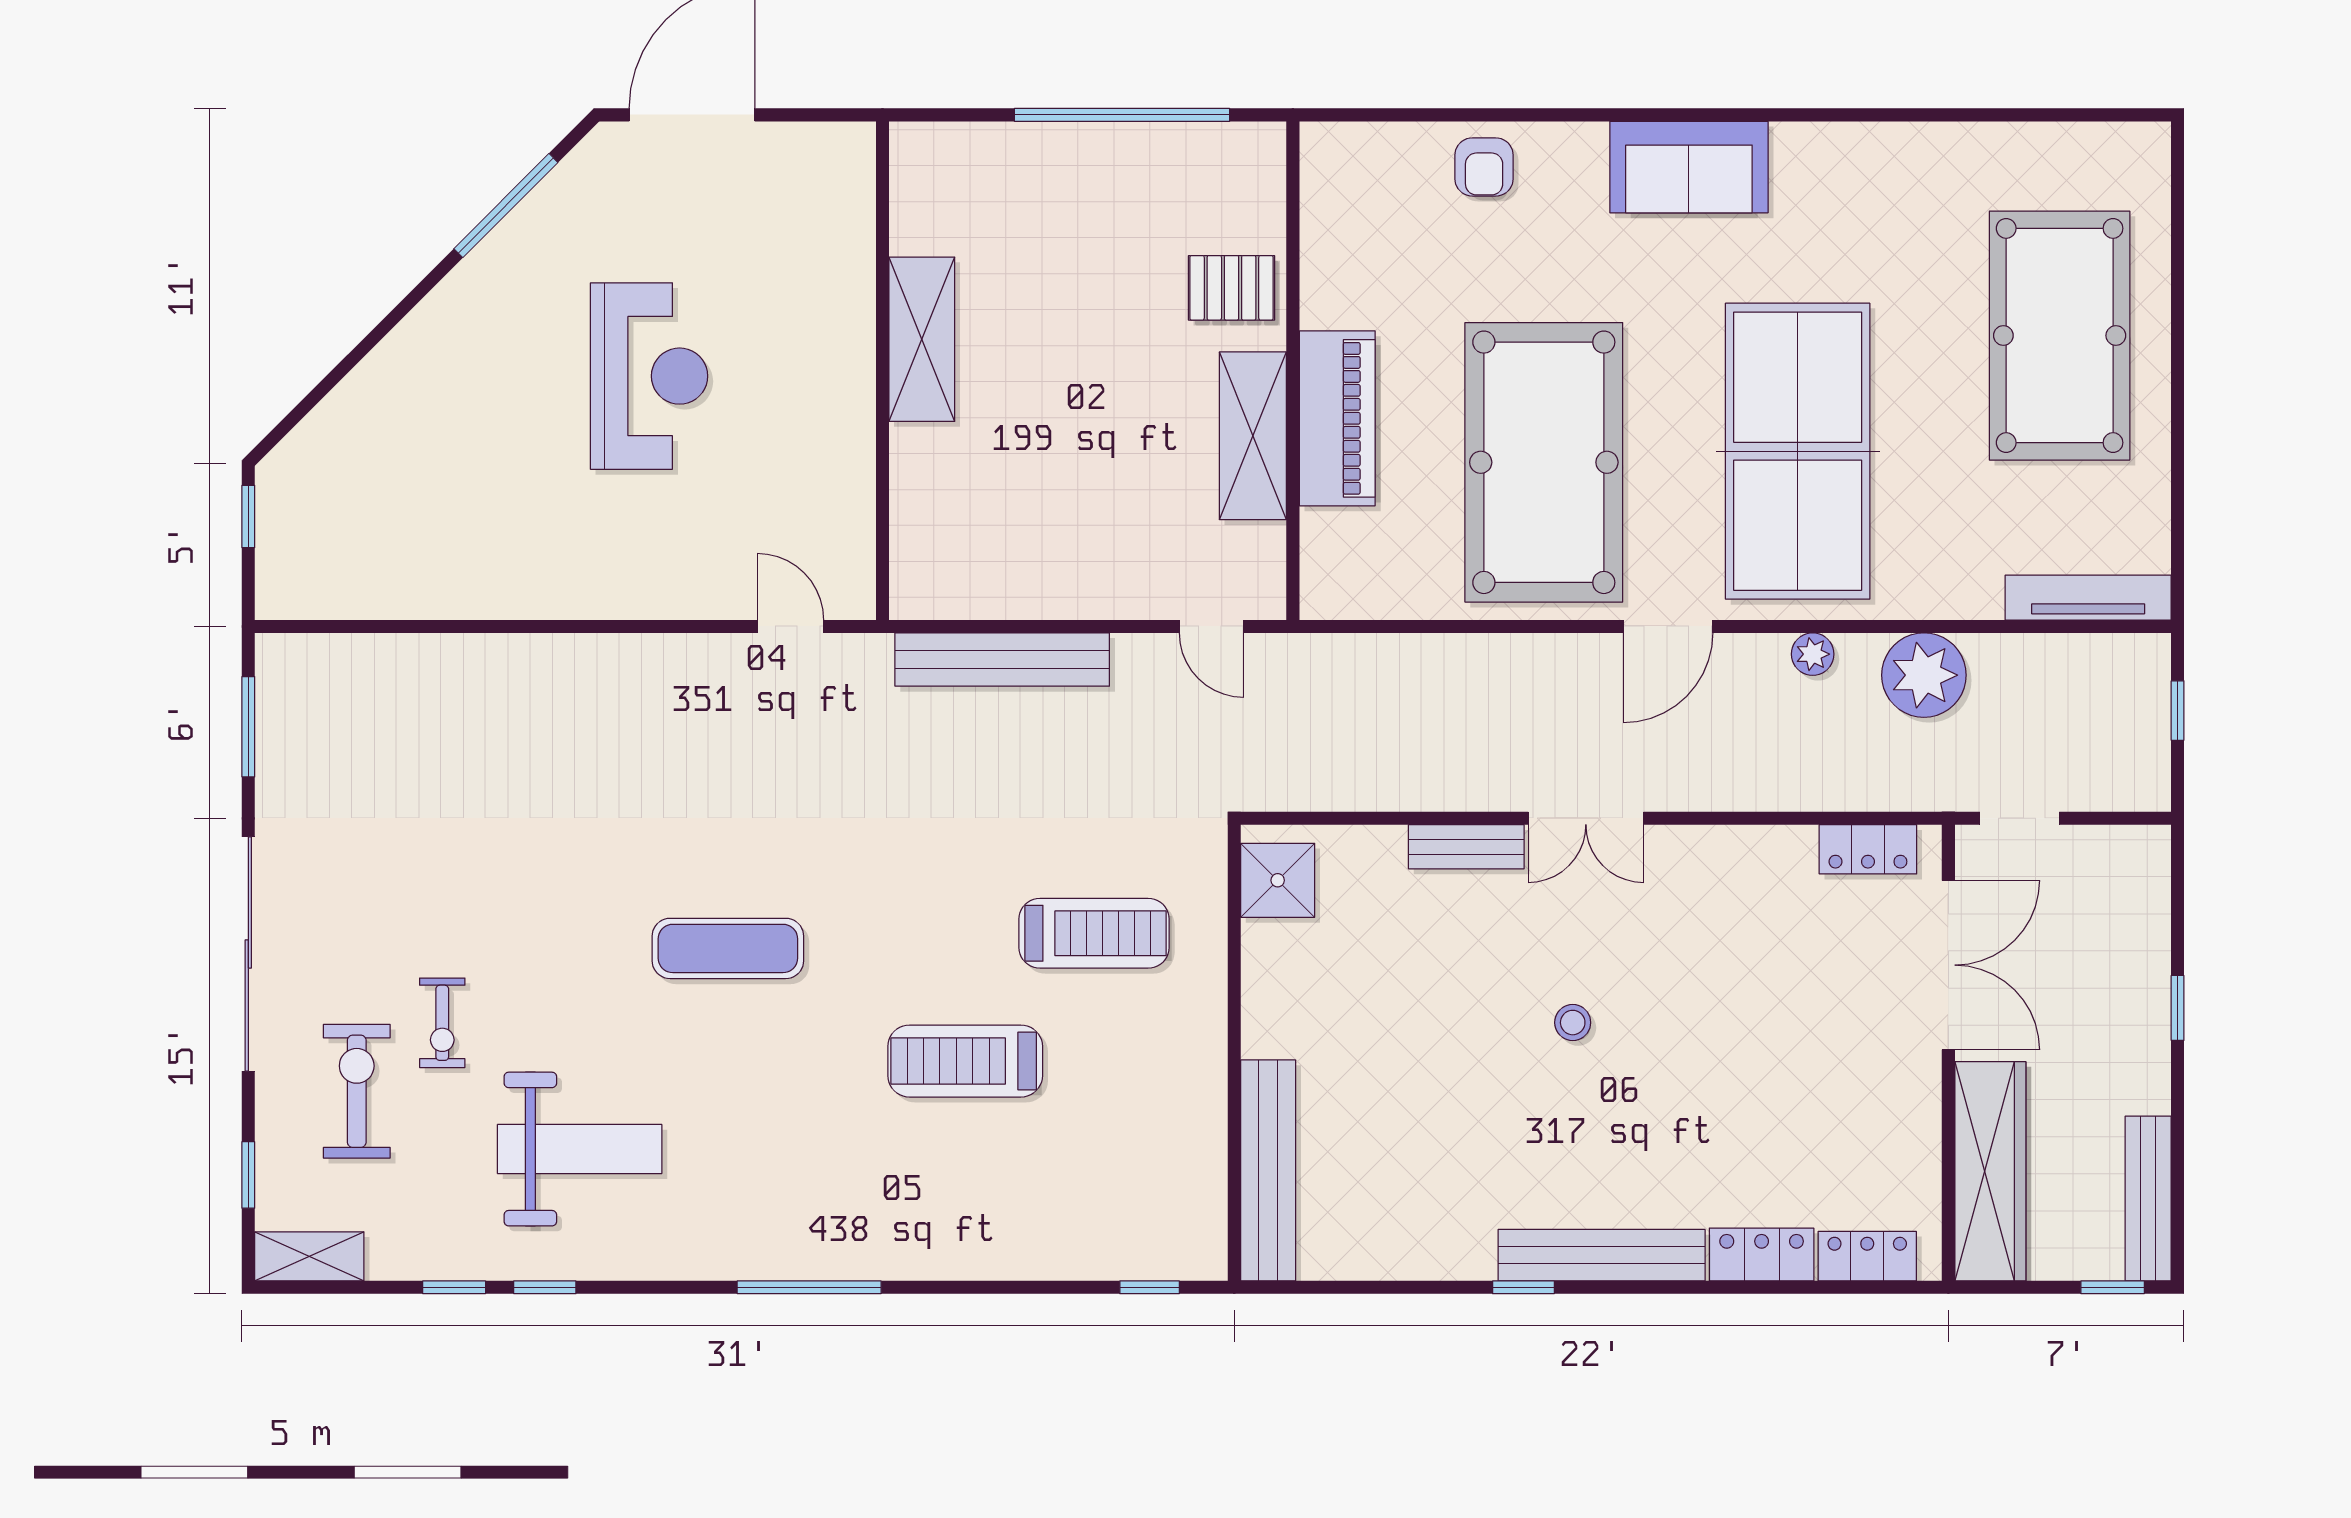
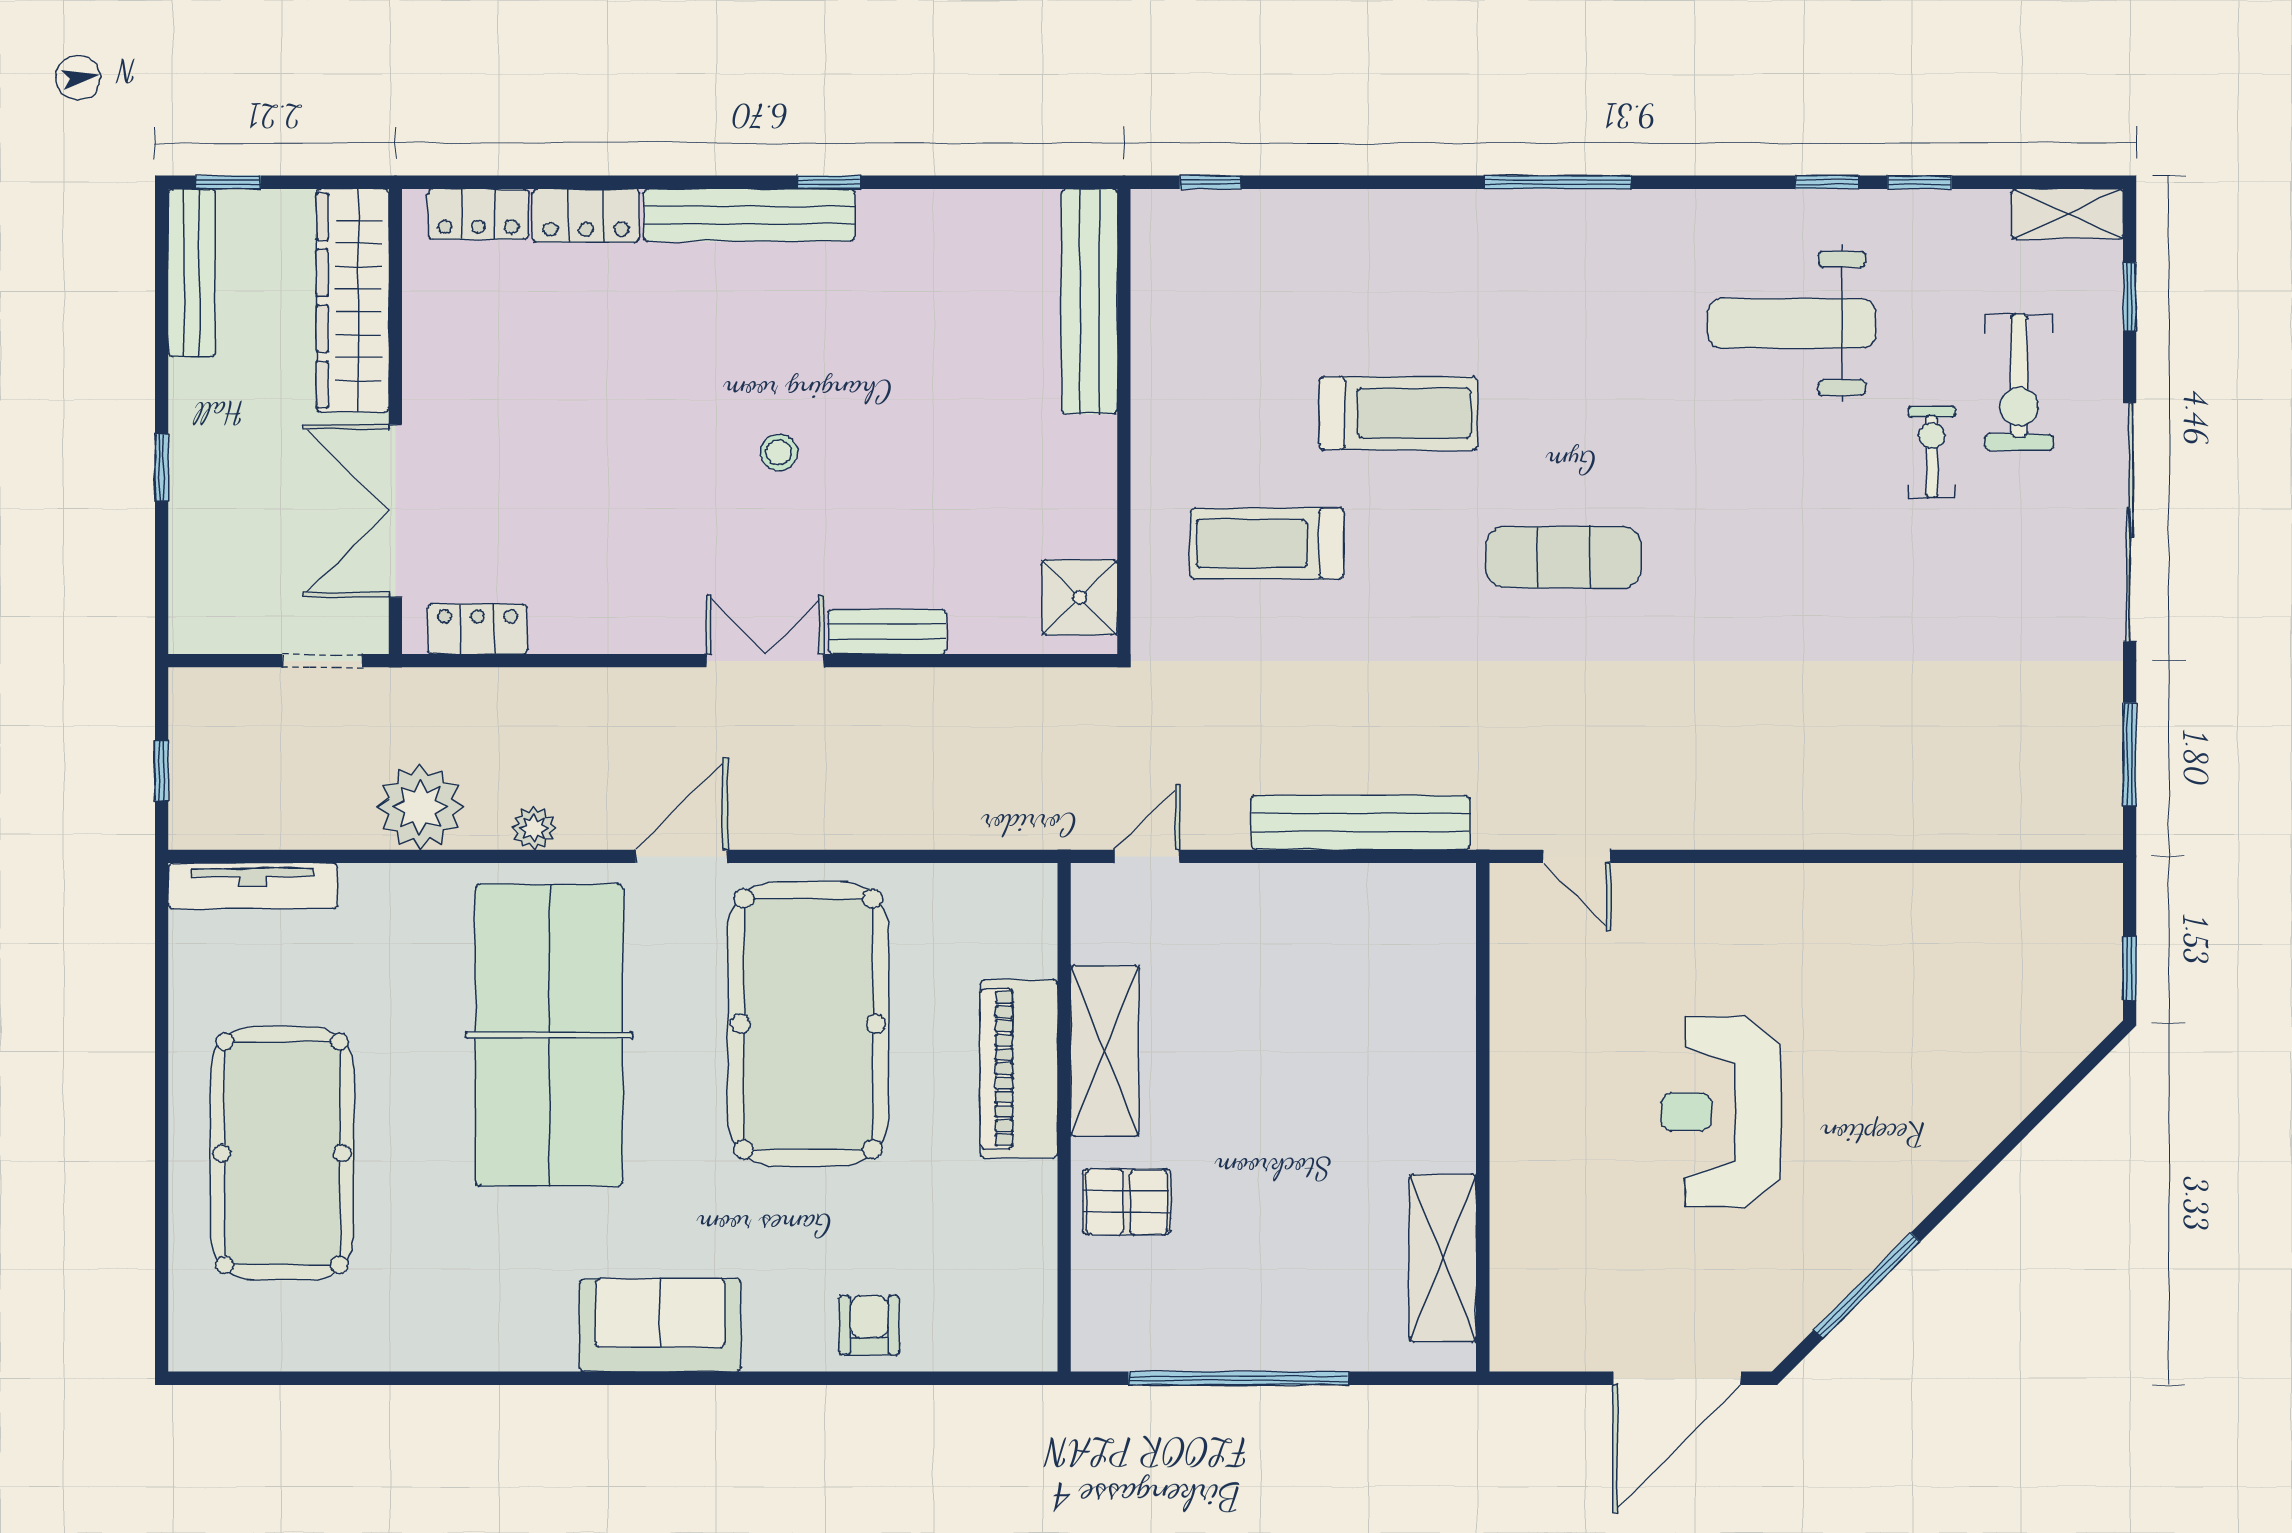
shelving: (922, 339) -> (1443, 1258), moved
door: (1212, 626) -> (1147, 856), hinge flipped
exercise mat: (728, 948) -> (1564, 557), moved

